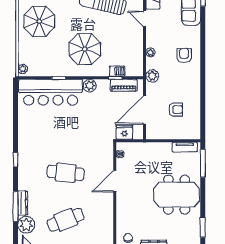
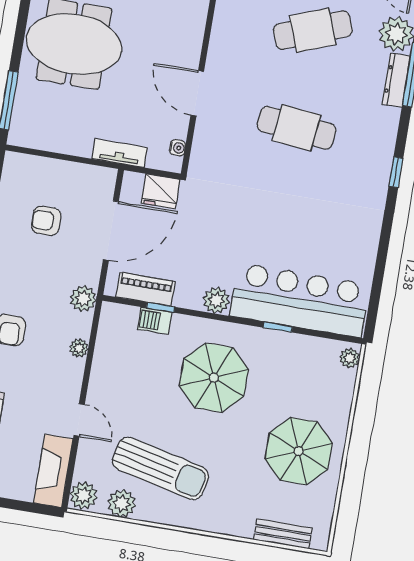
tv unit: (185, 147) -> (120, 153), moved
door: (115, 181) -> (197, 93), swing flipped

